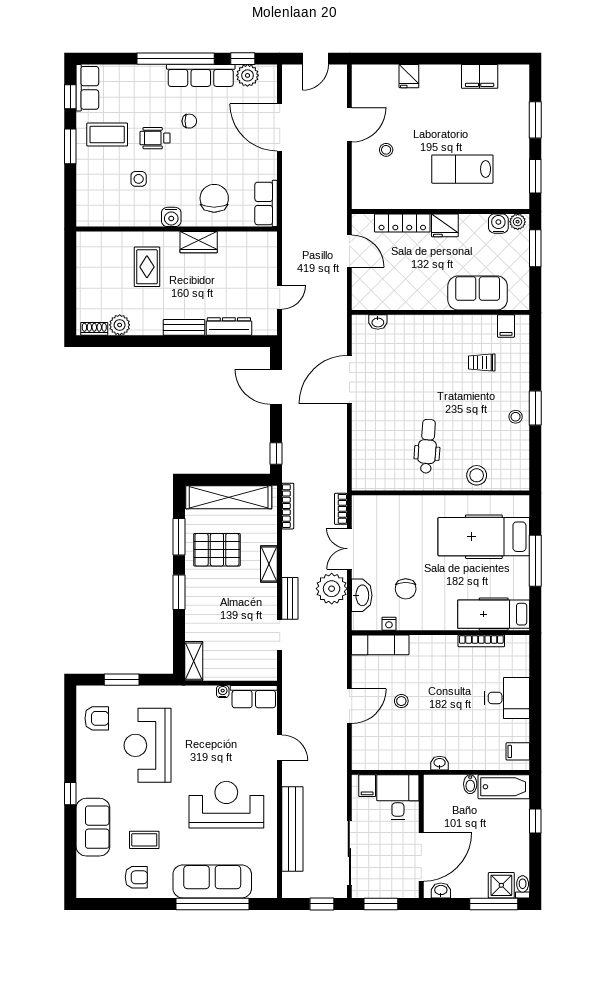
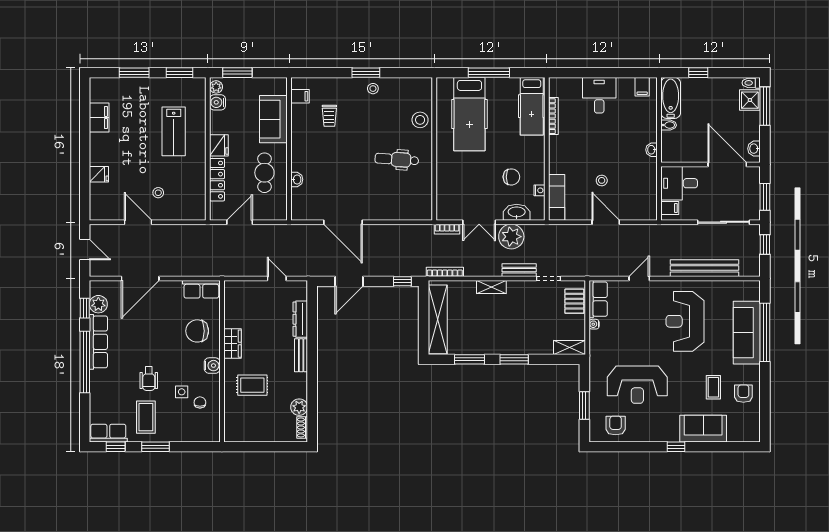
chair: (189, 121) -> (200, 402), moved
cafe table: (411, 282) -> (264, 173), added
washbasin: (378, 322) -> (297, 179), moved
pallet: (217, 550) -> (574, 301), moved, width x0.67, depth x0.71

